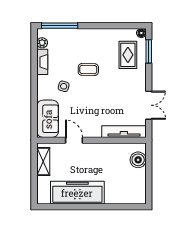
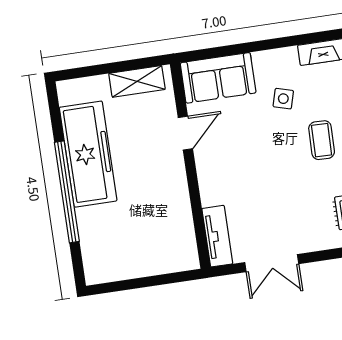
tv unit: (124, 132) -> (217, 236), width x0.71
boiler: (138, 160) -> (167, 259), removed
window: (95, 207) -> (67, 192), added

